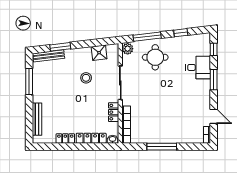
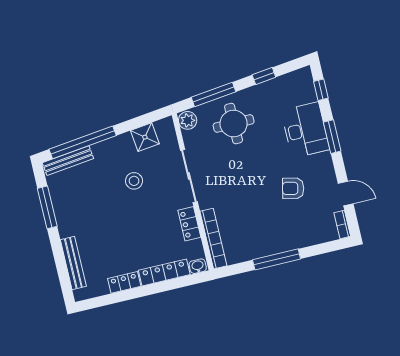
window: (60, 47) -> (83, 142), width x2.11
desk: (198, 67) -> (305, 130), width x1.37
armchair: (182, 106) -> (293, 188), added

